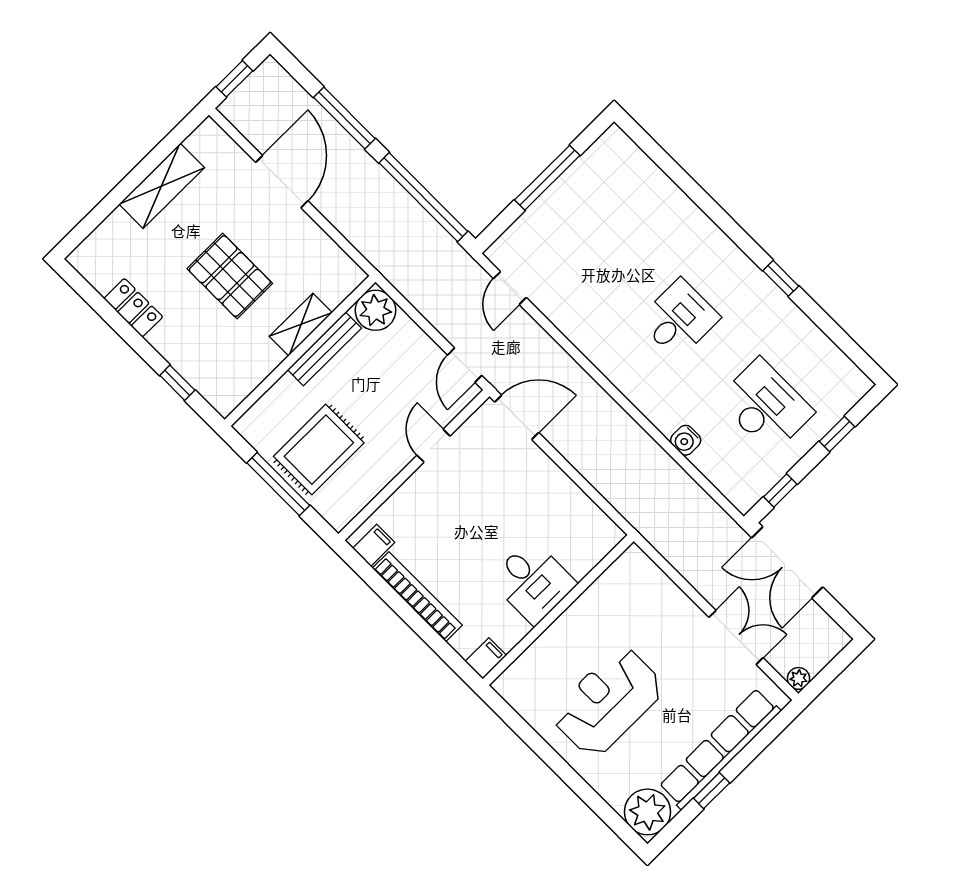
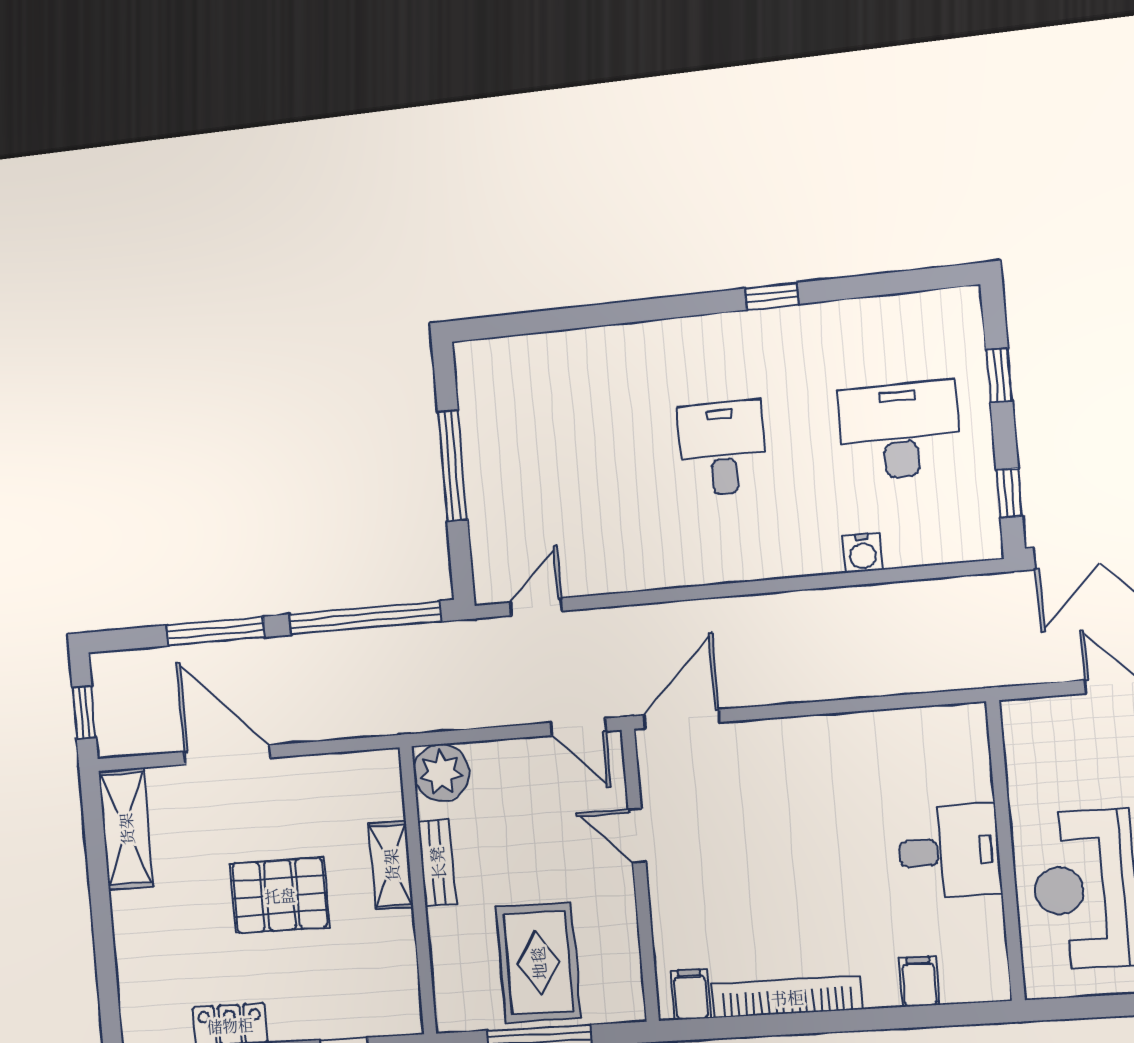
shelving: (162, 186) -> (126, 829), moved
door: (510, 288) -> (536, 607), swing flipped
bench: (324, 349) -> (437, 863), width x0.73
desk: (533, 582) -> (949, 851), moved
wall: (558, 610) -> (1006, 851), moved

